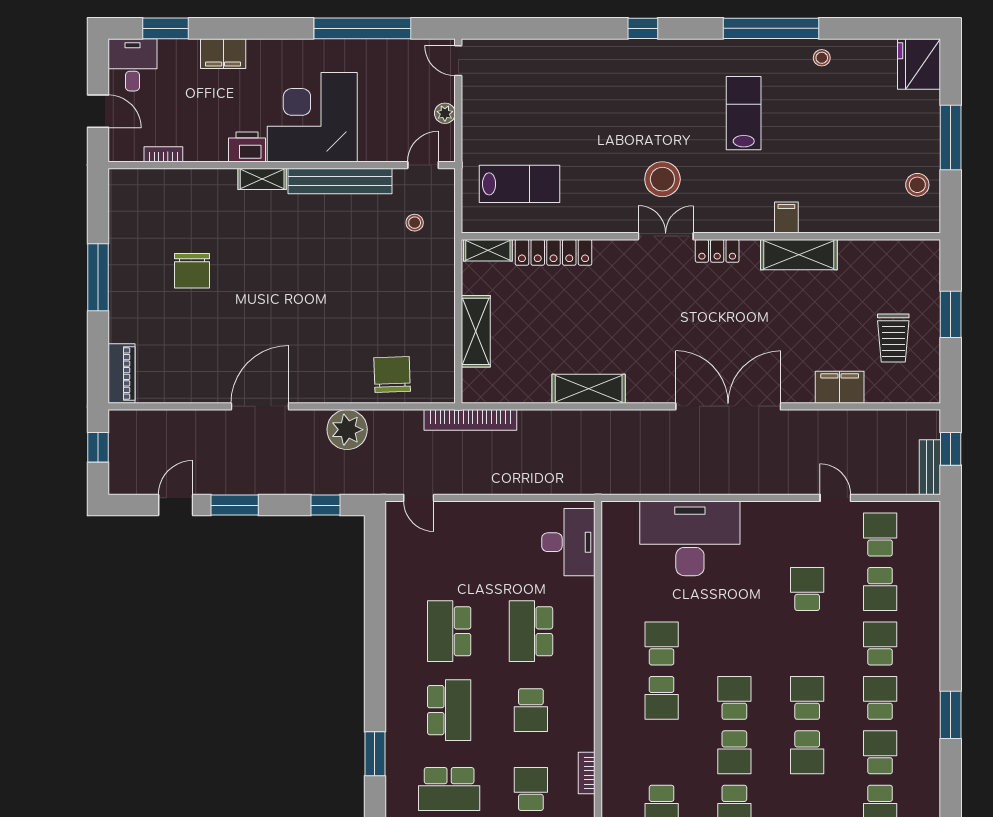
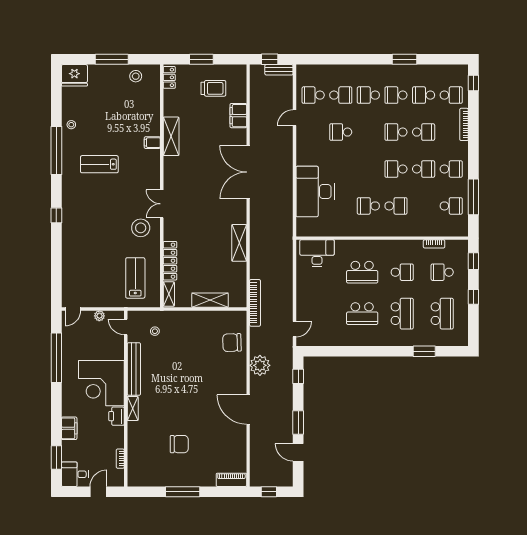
stool: (662, 179) -> (141, 228), moved
locker: (717, 251) -> (169, 77), moved
school desk: (449, 710) -> (402, 314), turned 90

